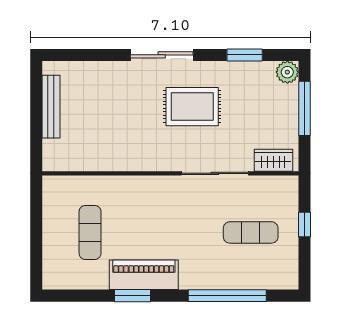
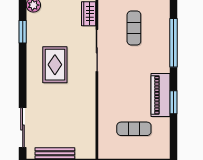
sliding door: (162, 55) -> (23, 128), moved

